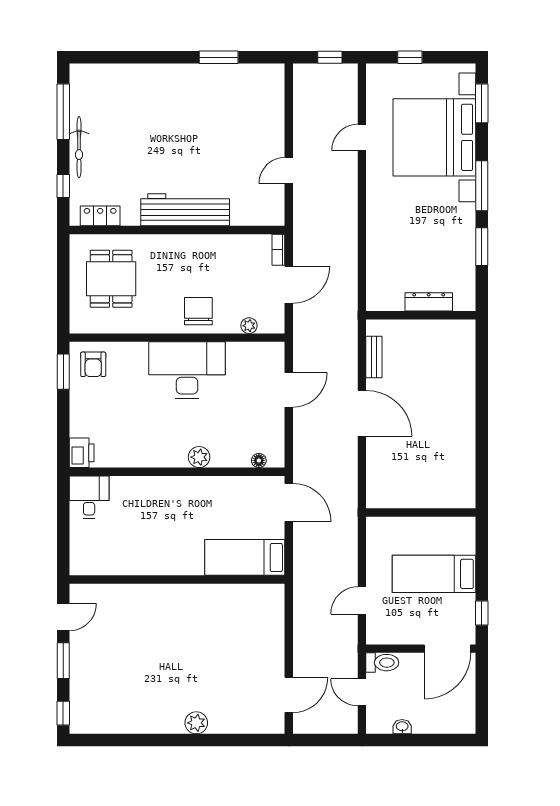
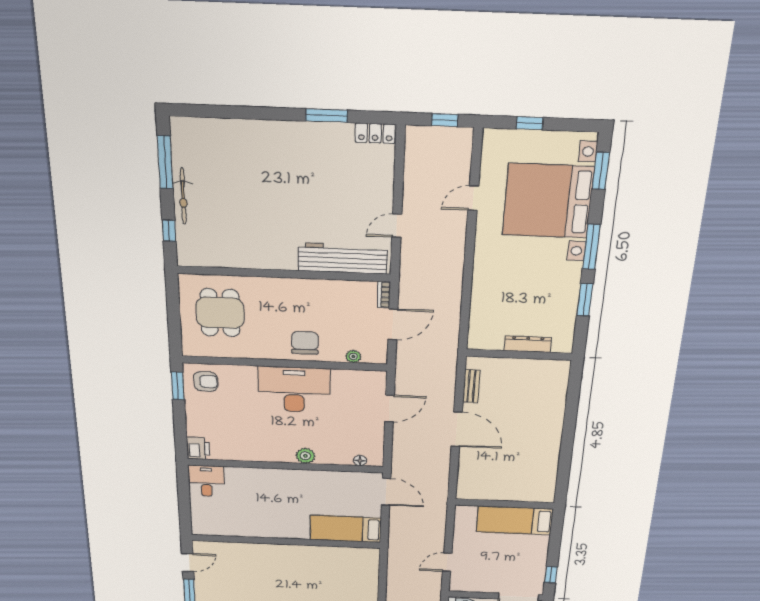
workbench: (185, 210) -> (343, 258), moved
locker: (100, 216) -> (375, 133), moved, turned 180
armchair: (93, 364) -> (206, 381), turned -90
bed: (434, 574) -> (515, 520), moved

